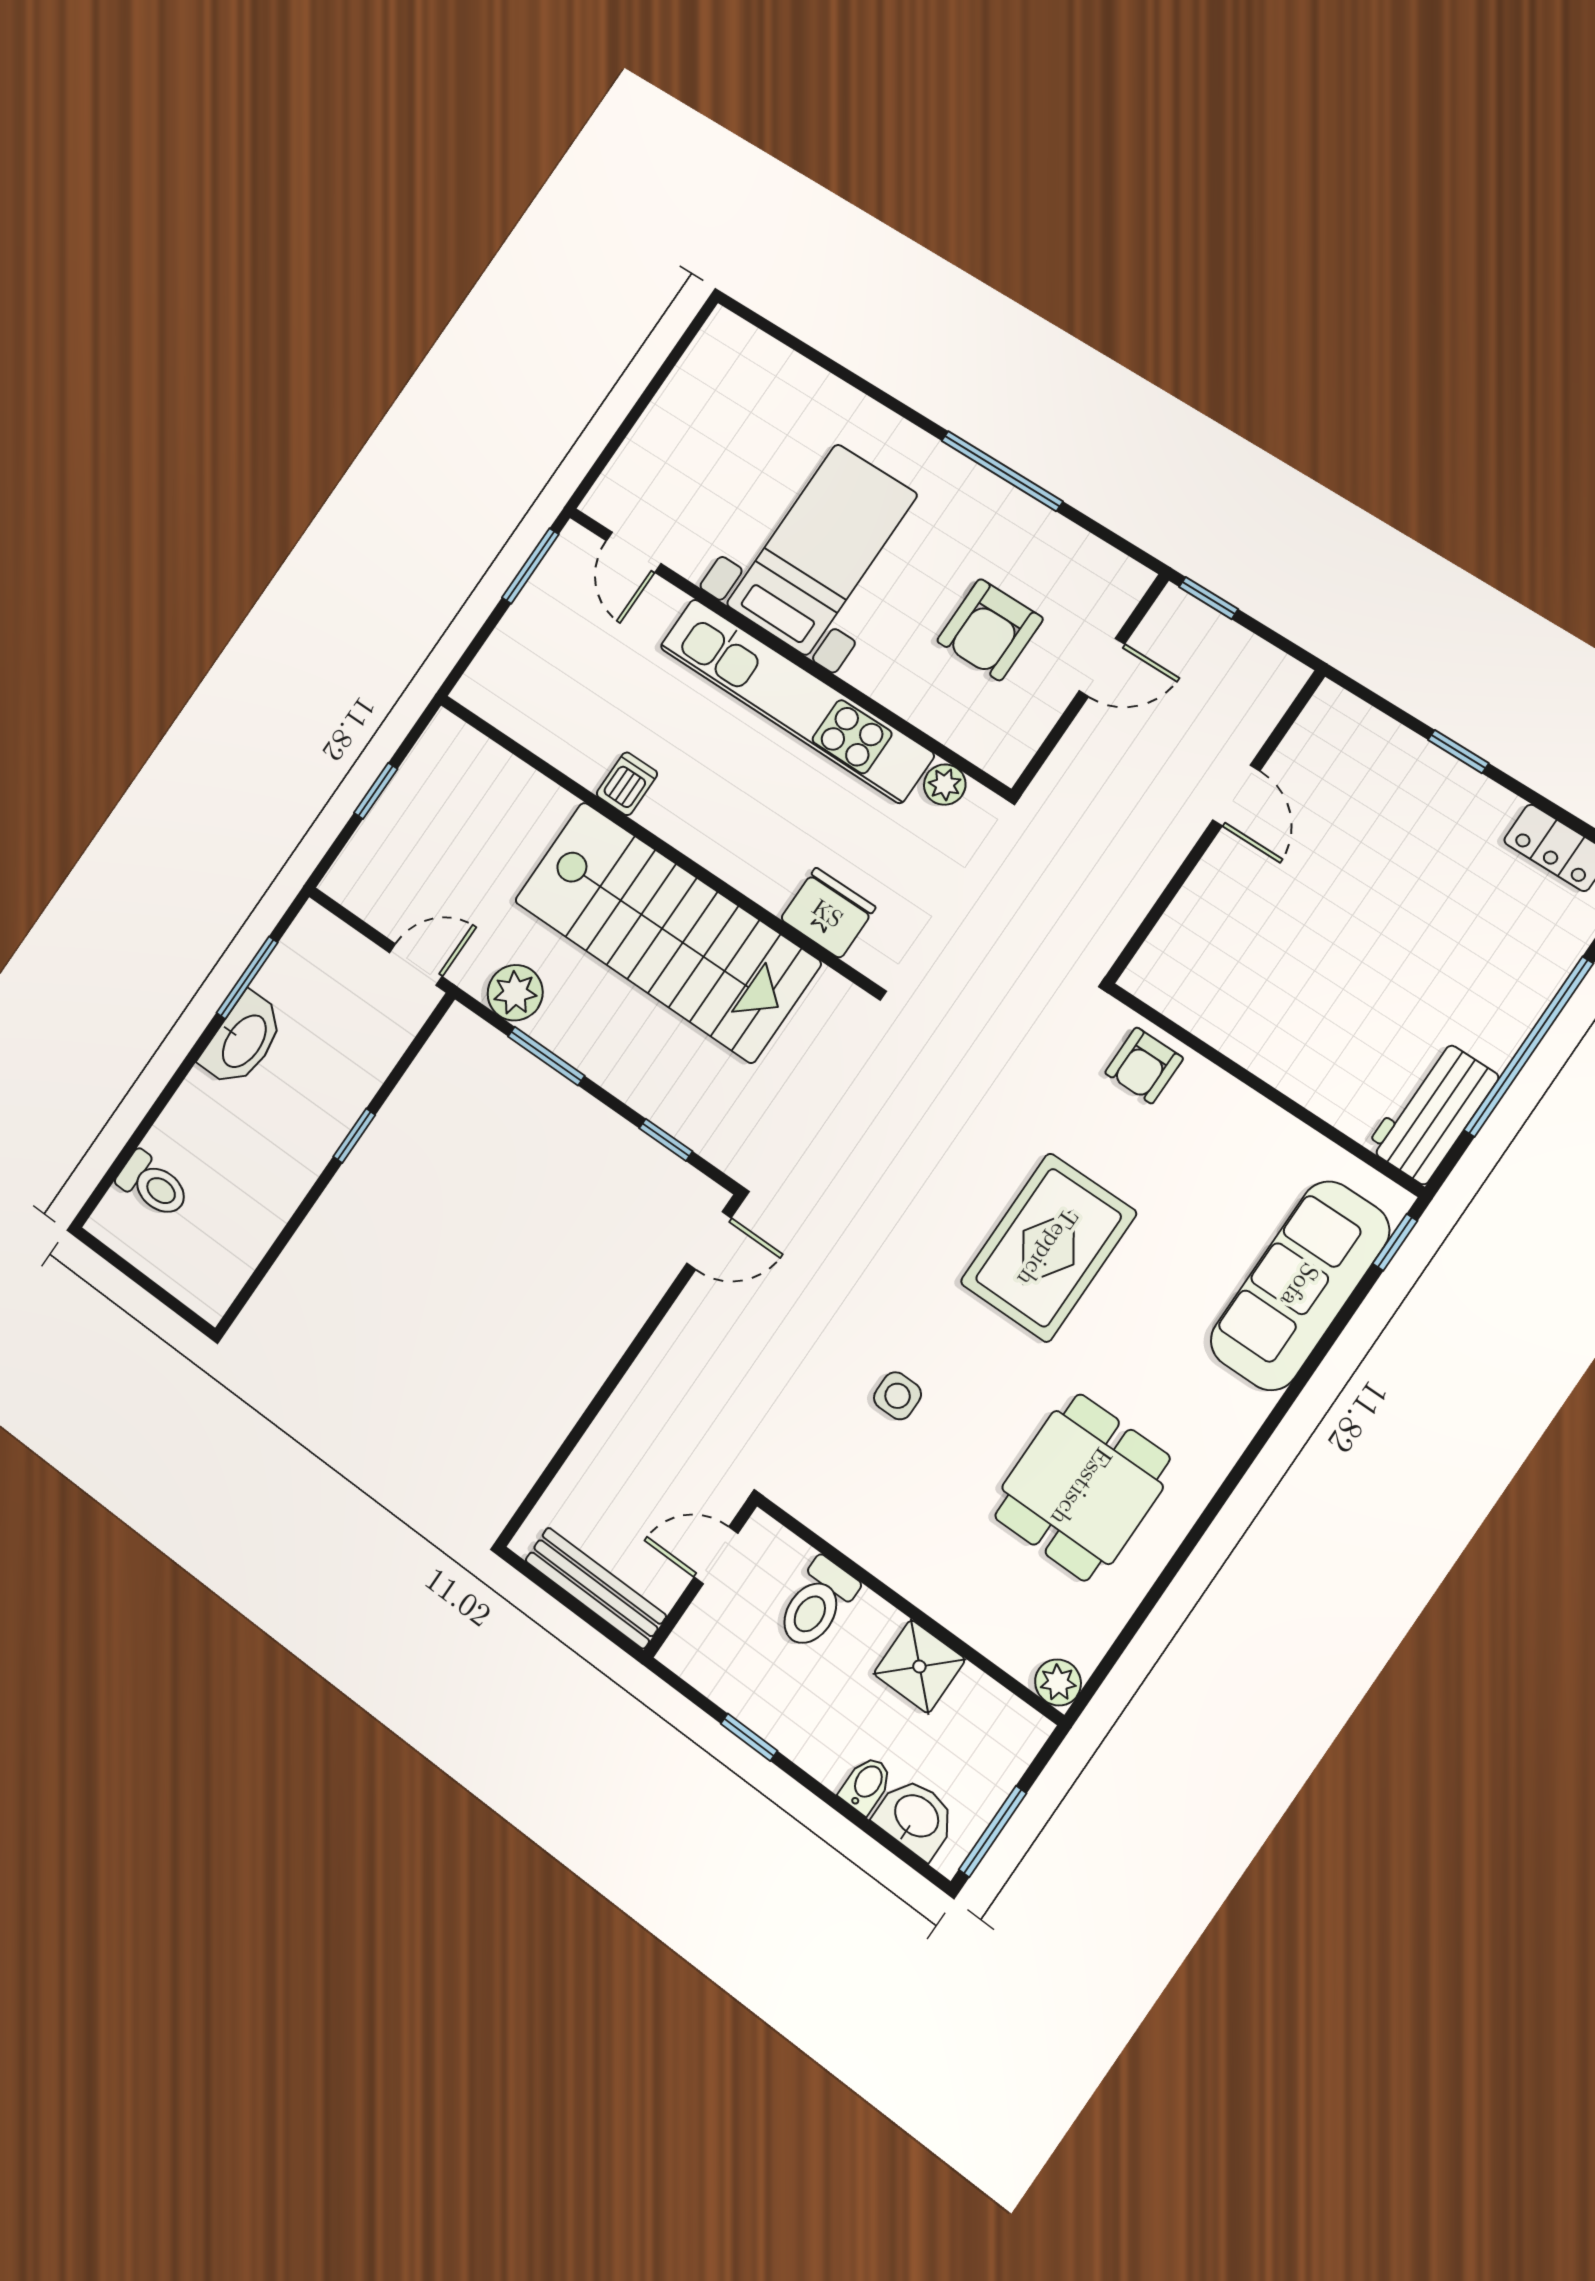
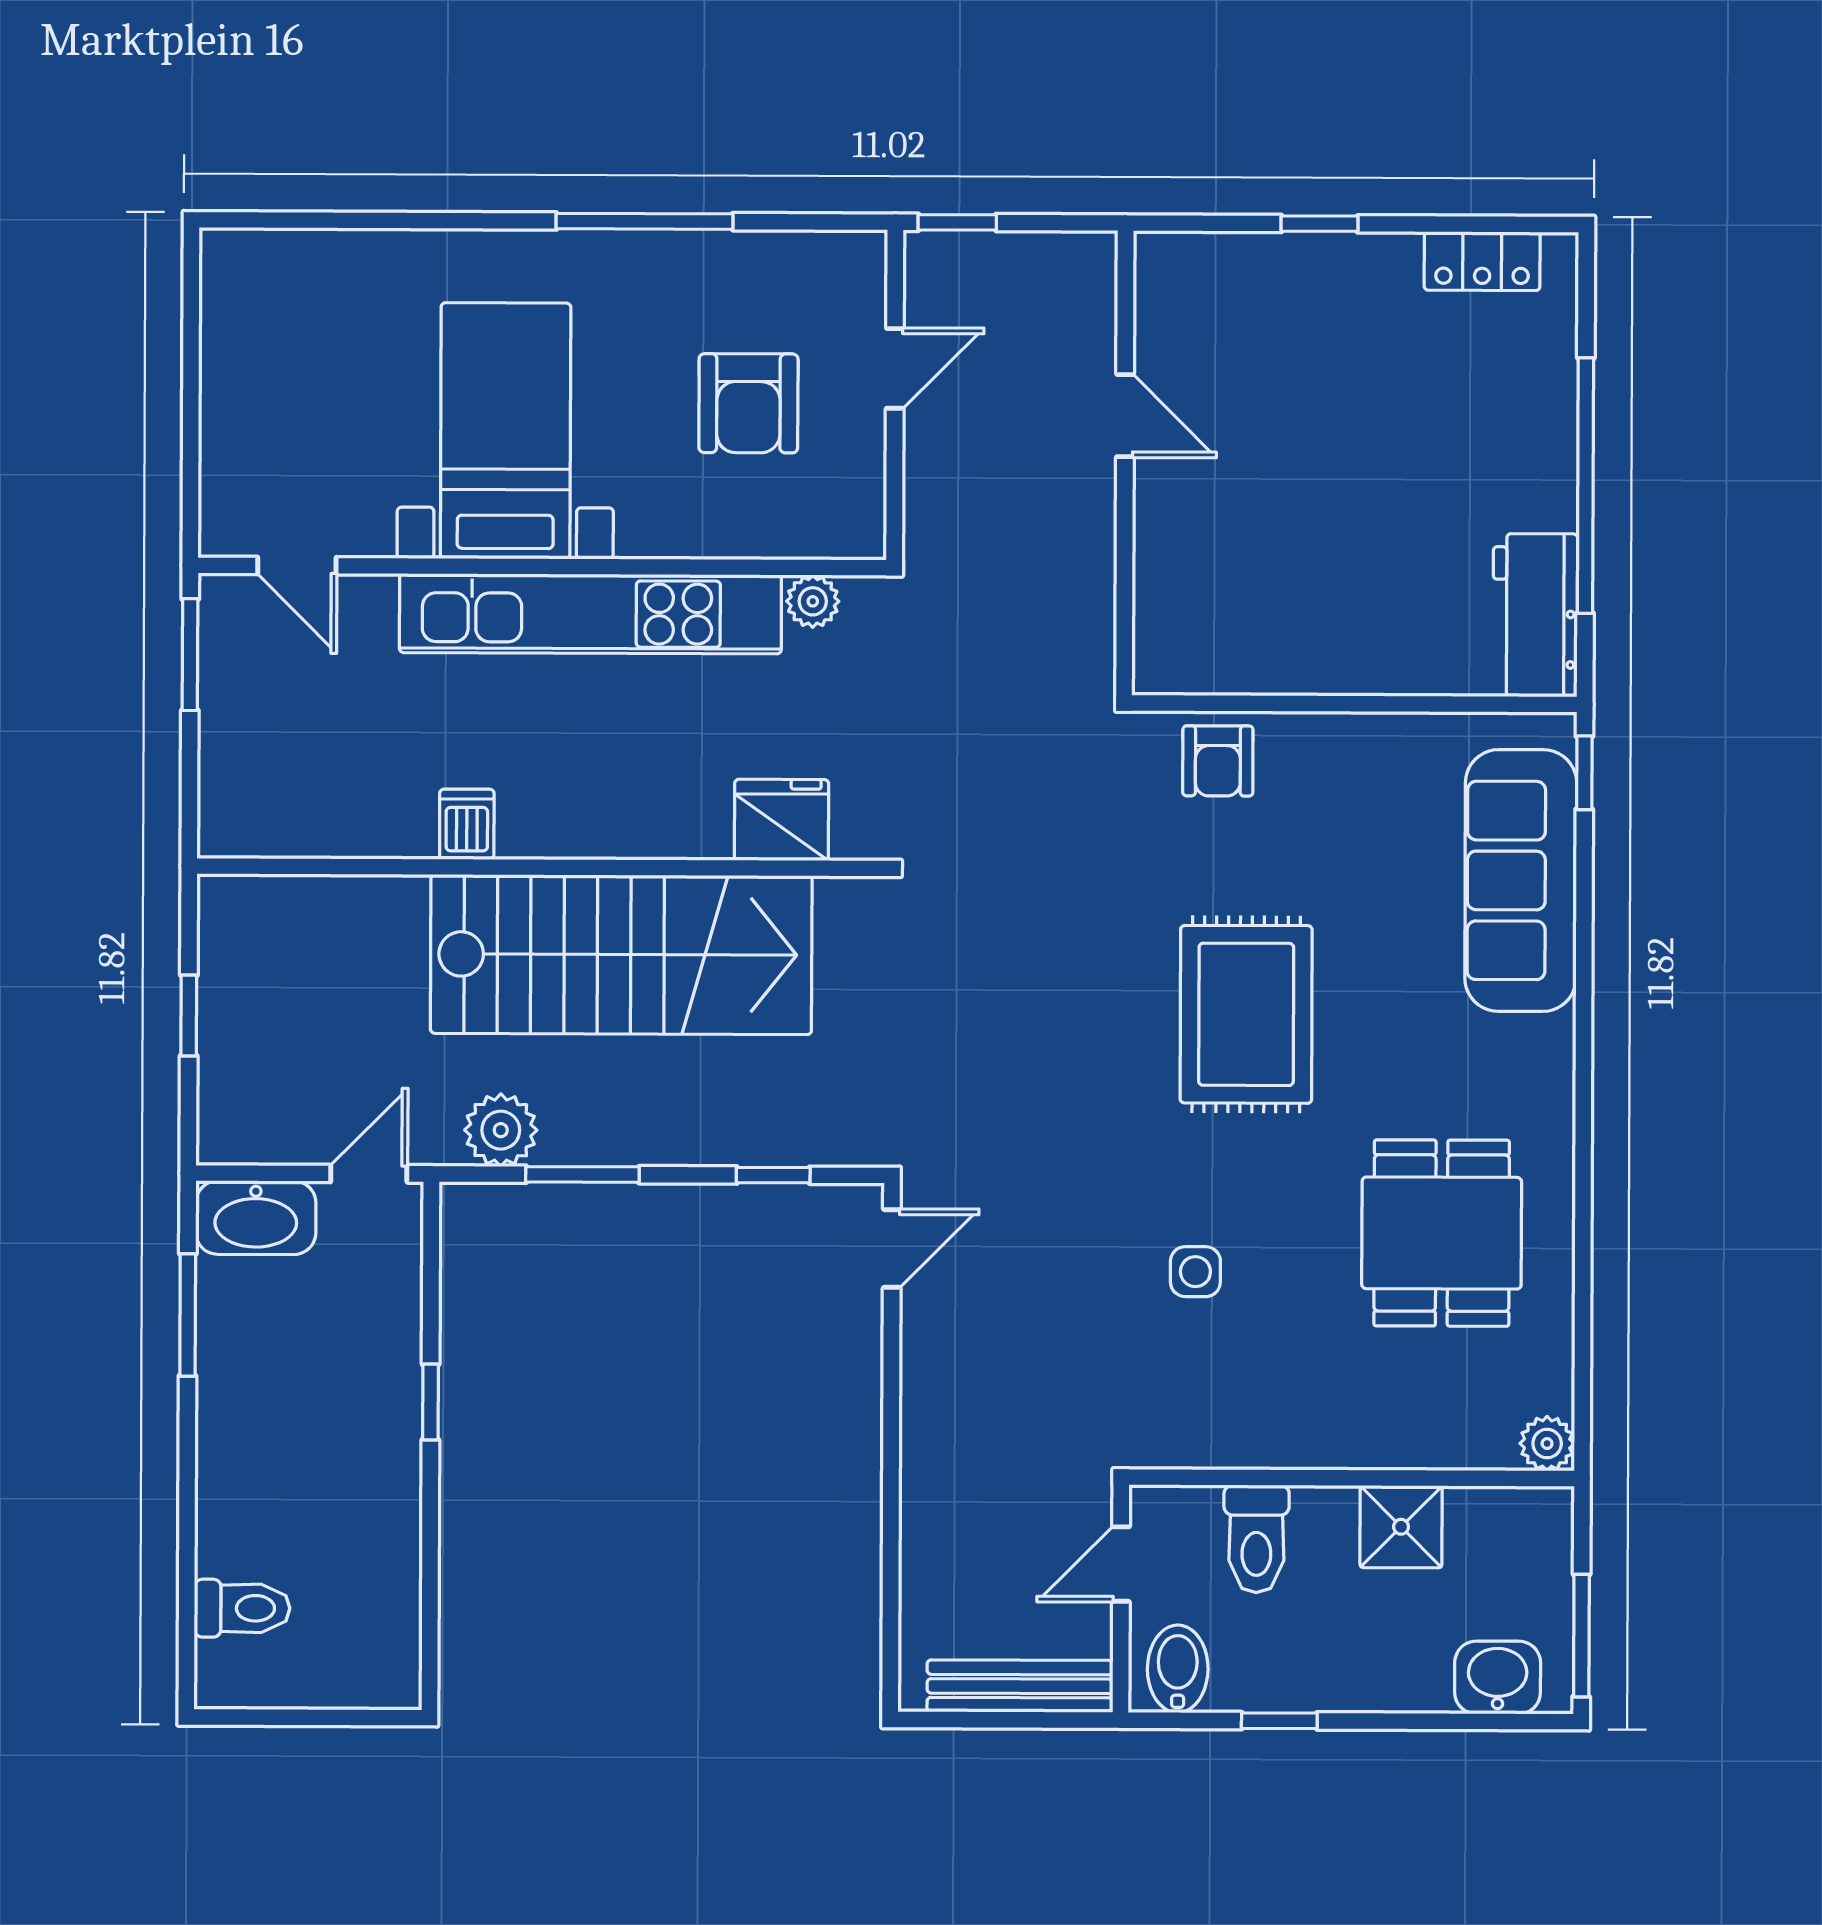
washbasin: (243, 1040) -> (256, 1218), moved, turned 90
bidet: (866, 1785) -> (1178, 1669), moved, width x1.38, depth x1.36

